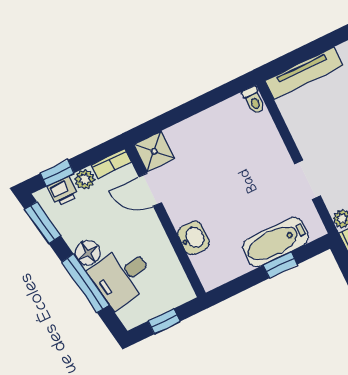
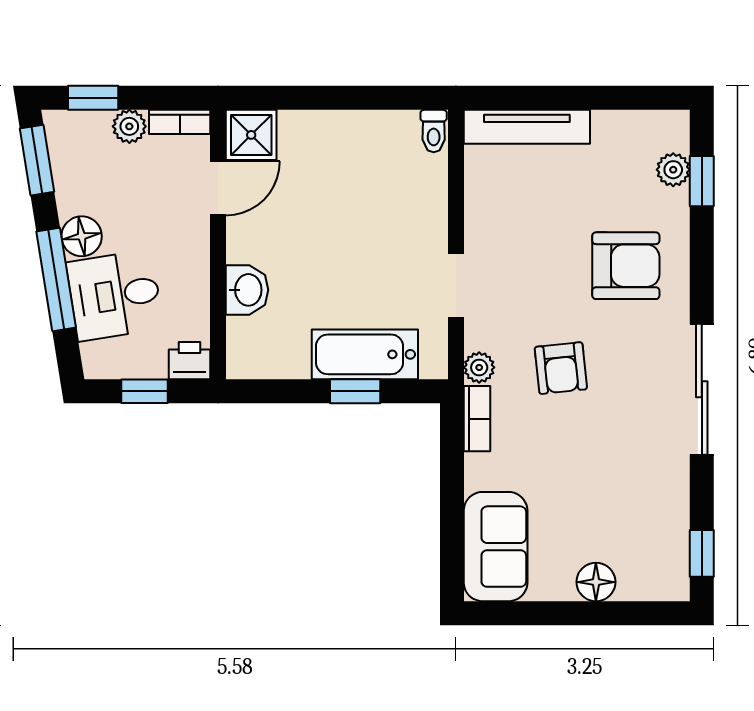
door: (150, 190) -> (218, 188), swing flipped
printer: (63, 191) -> (190, 361), moved, turned 180

